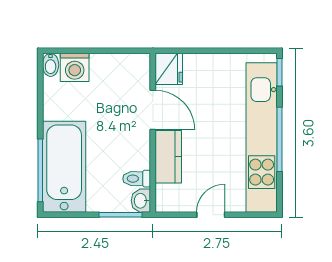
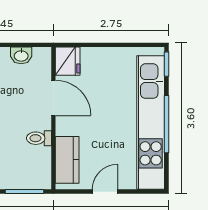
kitchen counter: (168, 157) -> (67, 160), moved
toilet: (137, 179) -> (39, 138), moved
washbasin: (141, 201) -> (21, 55), moved, turned -90

